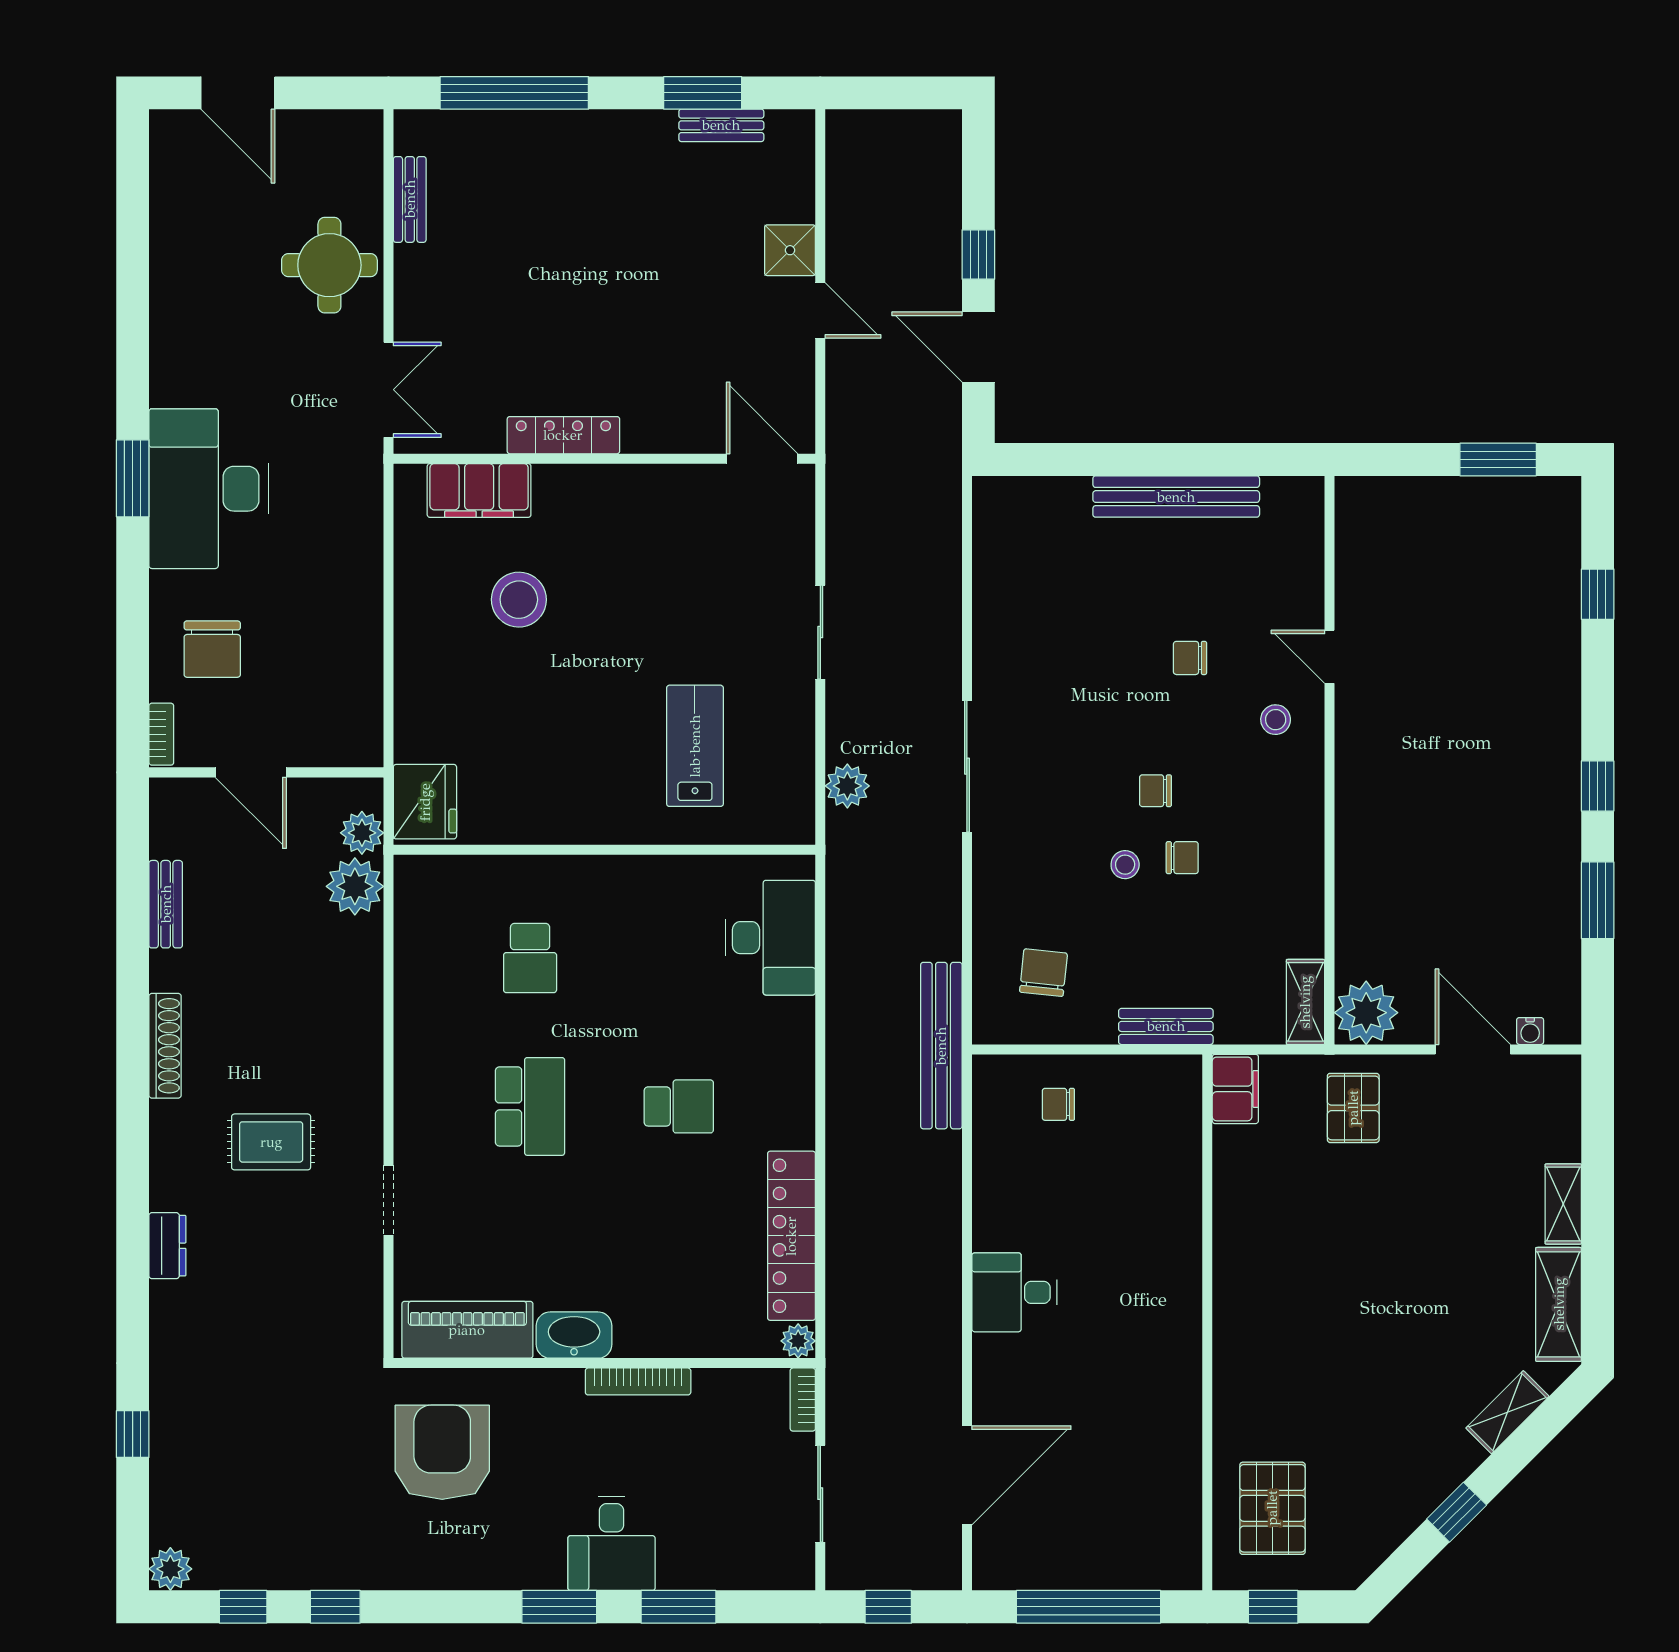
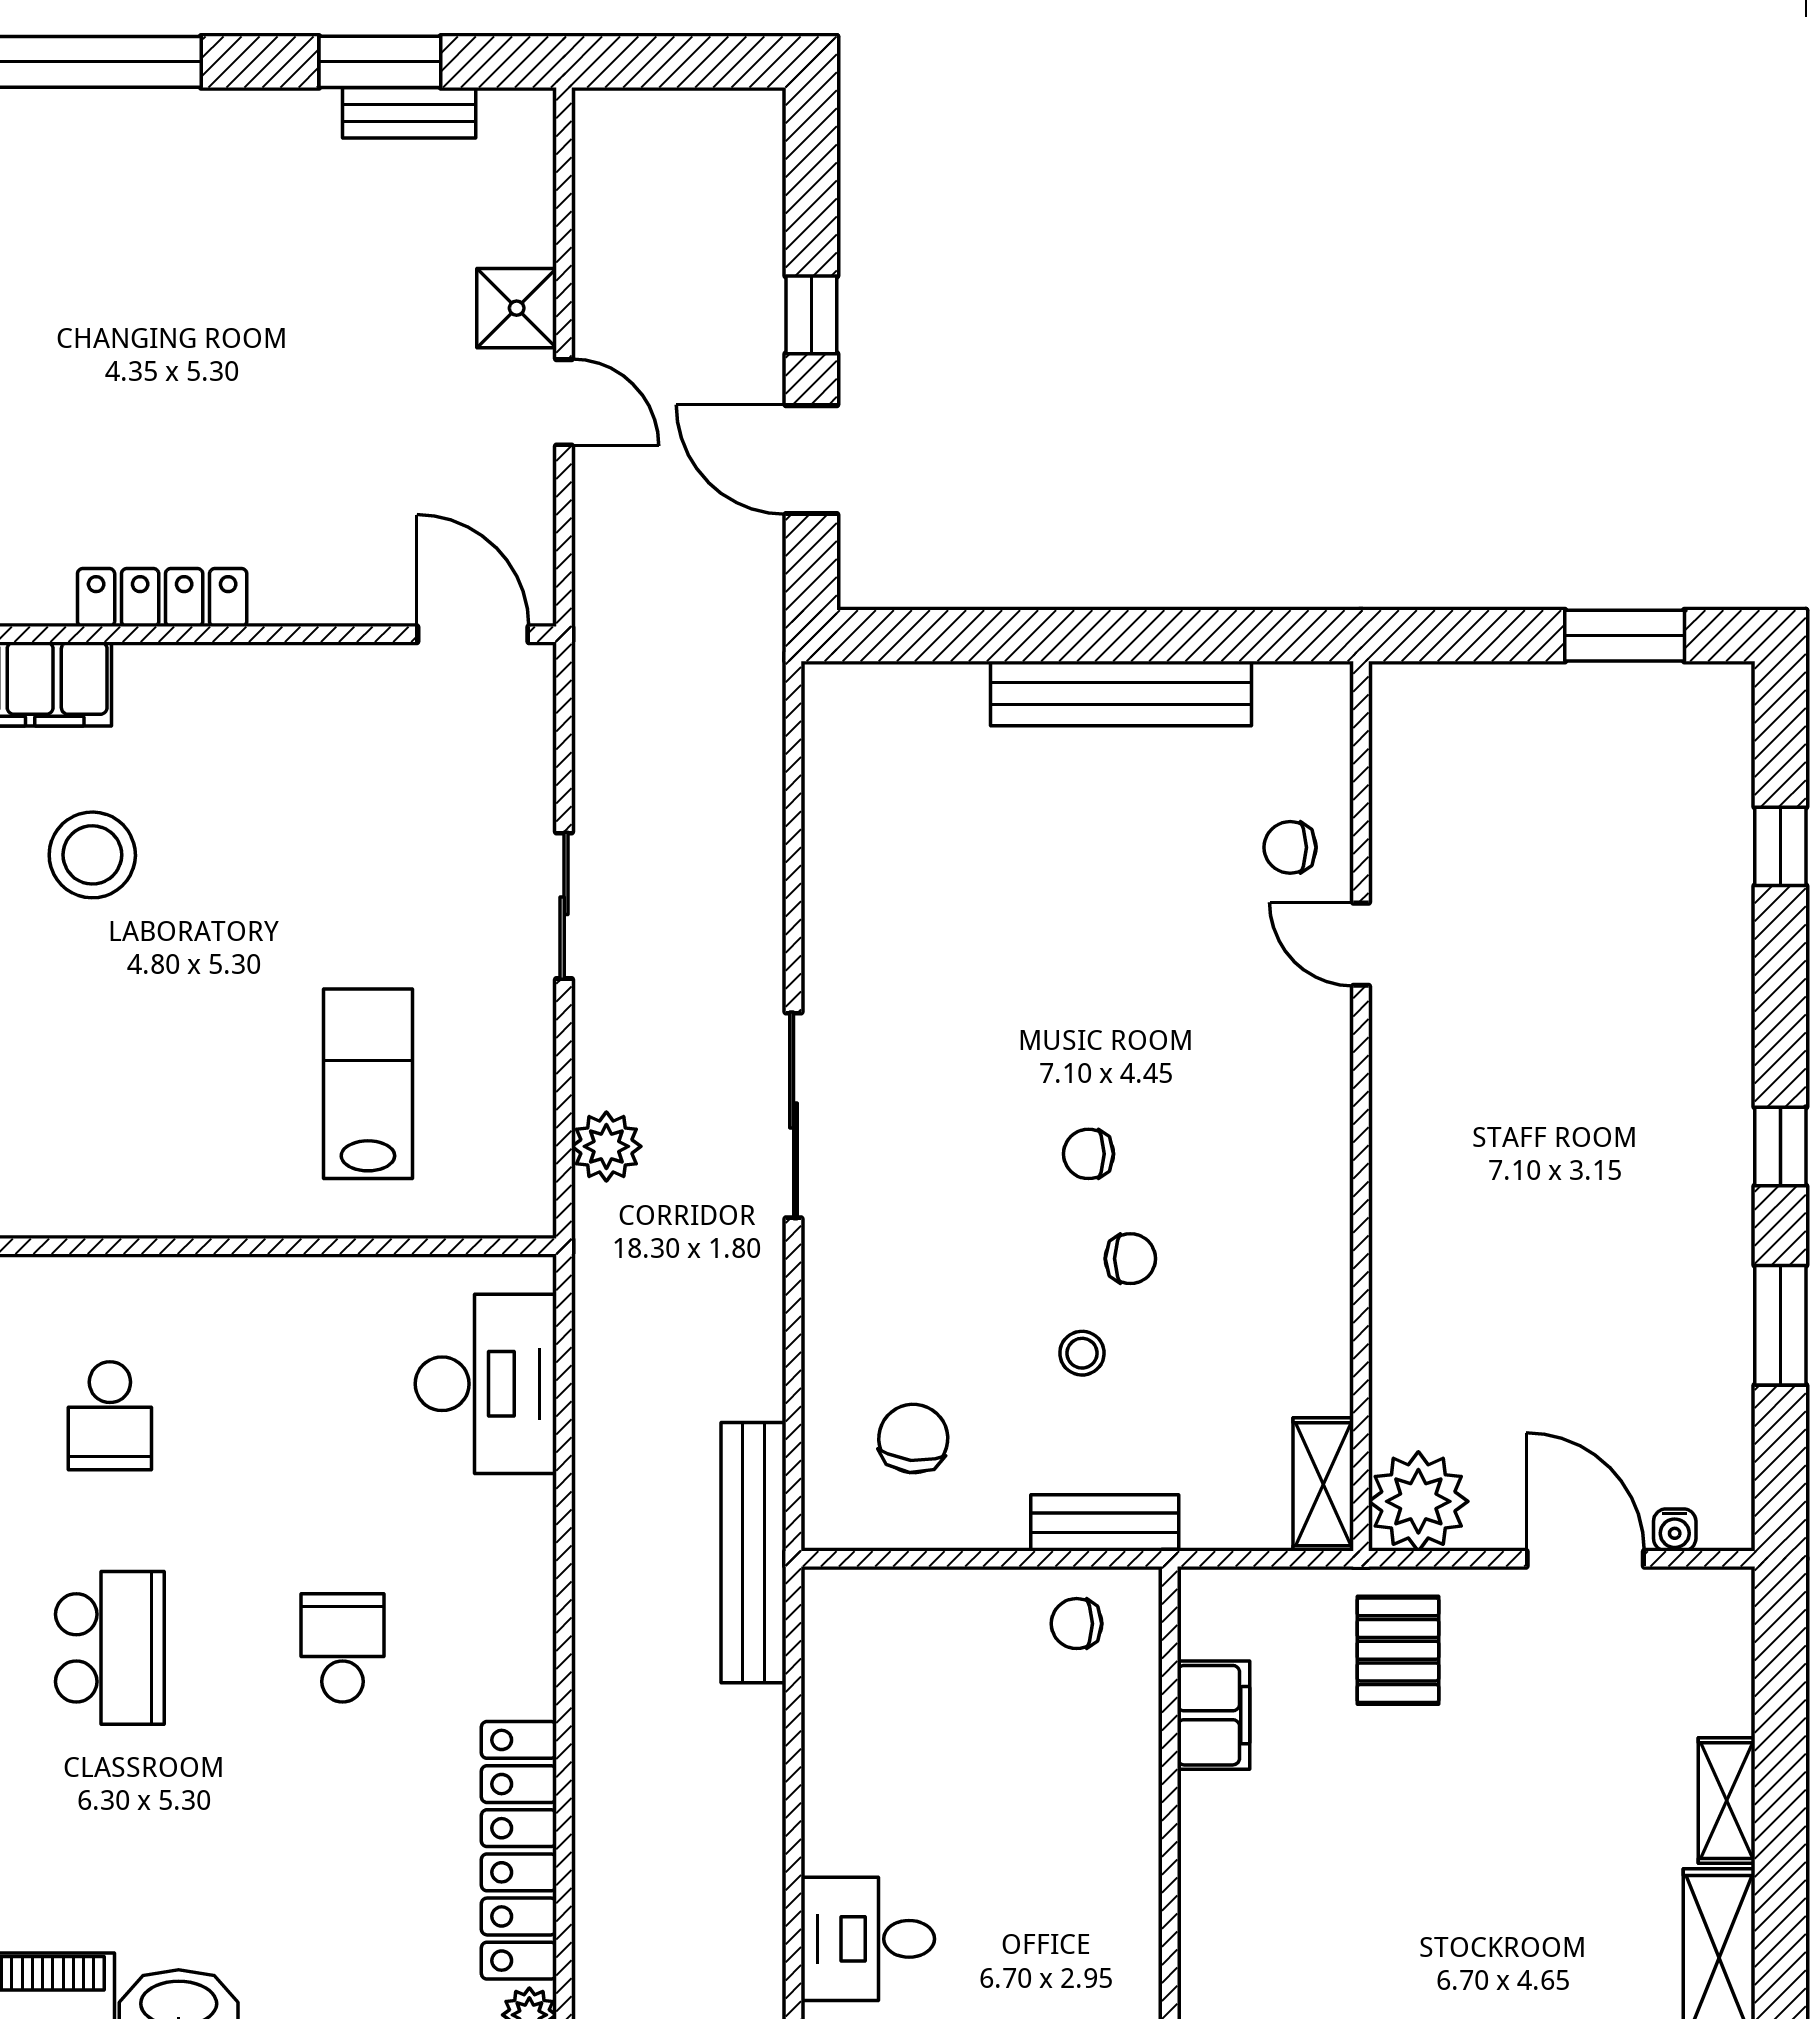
chair: (1190, 658) -> (1290, 847), moved
stool: (1276, 720) -> (1277, 1043), removed
stool: (1125, 865) -> (1082, 1353), moved
filing cabinet: (1235, 1089) -> (1213, 1715), moved
chair: (1058, 1104) -> (1077, 1624), moved
school desk: (679, 1106) -> (343, 1648), turned -90

